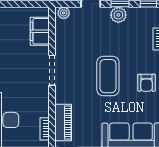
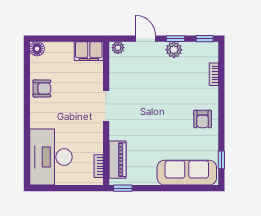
filing cabinet: (40, 31) -> (89, 51), moved, turned -90
coffee table: (108, 76) -> (163, 112), removed

